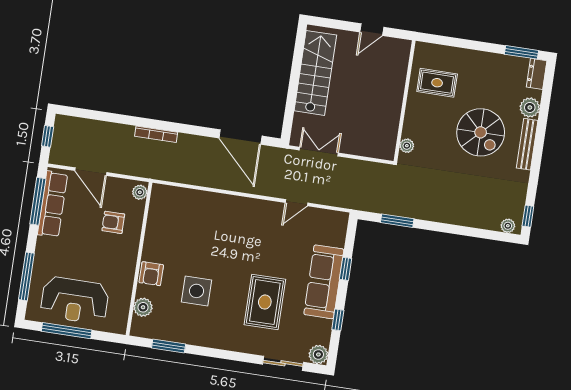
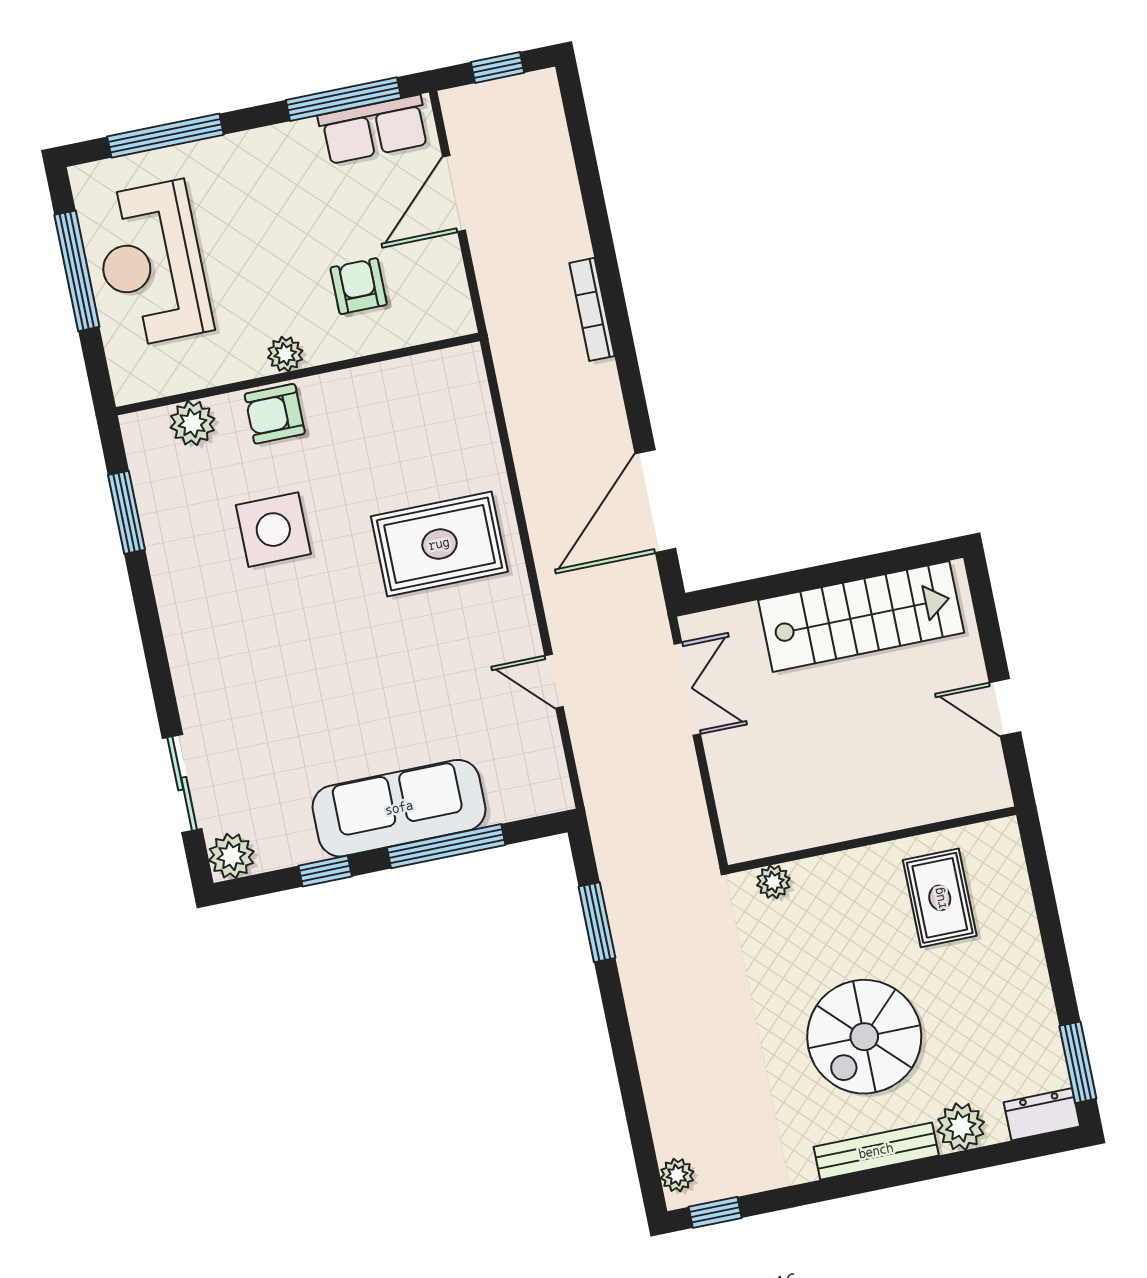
plant: (140, 192) -> (285, 354), moved
row of seats: (53, 204) -> (374, 130), width x0.68
window: (346, 269) -> (446, 846), width x2.17
rug: (265, 302) -> (439, 544), moved

